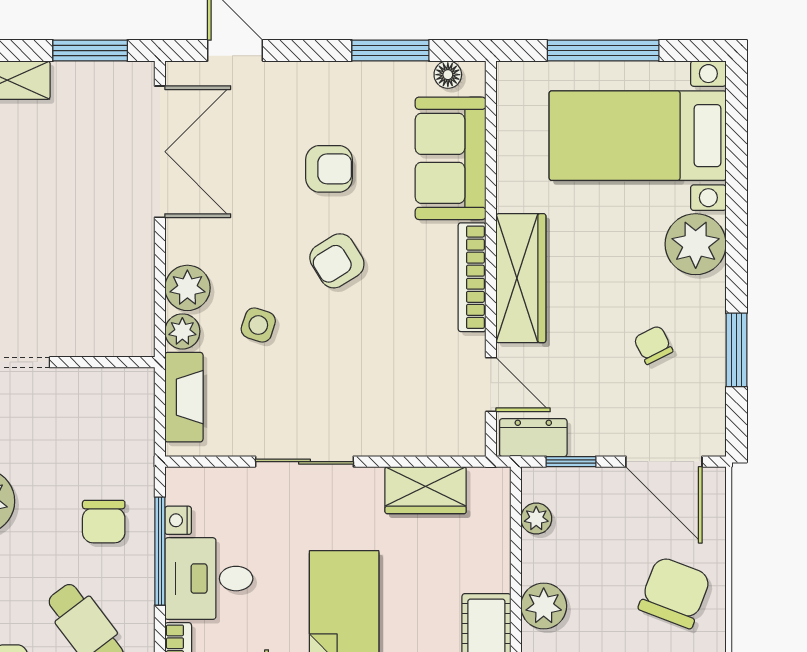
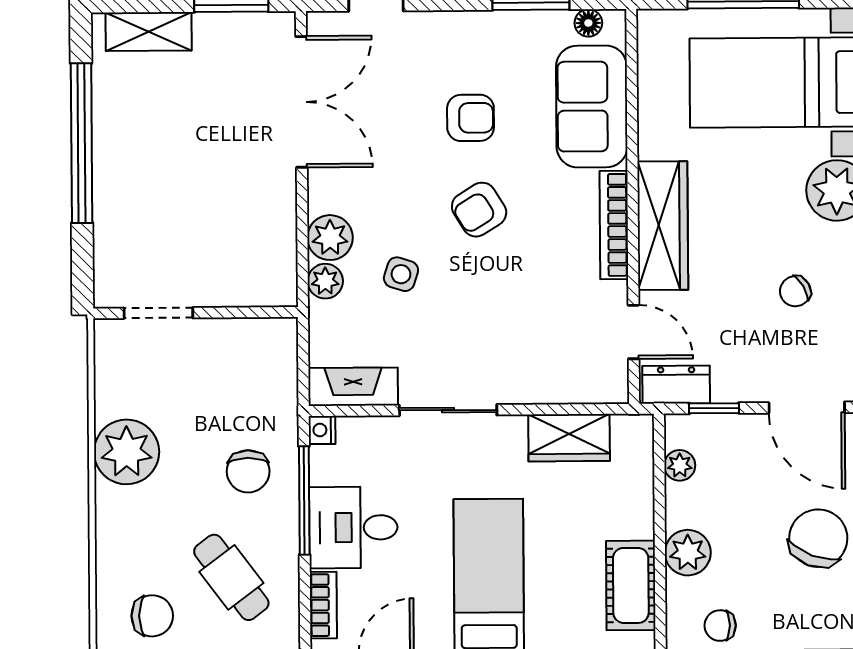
chair: (653, 345) -> (795, 291), turned -93
fireplace: (184, 397) -> (353, 387), moved, turned -90
nightstand: (178, 520) -> (322, 430), moved

